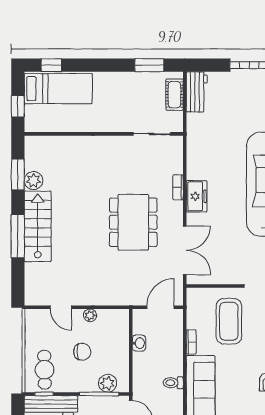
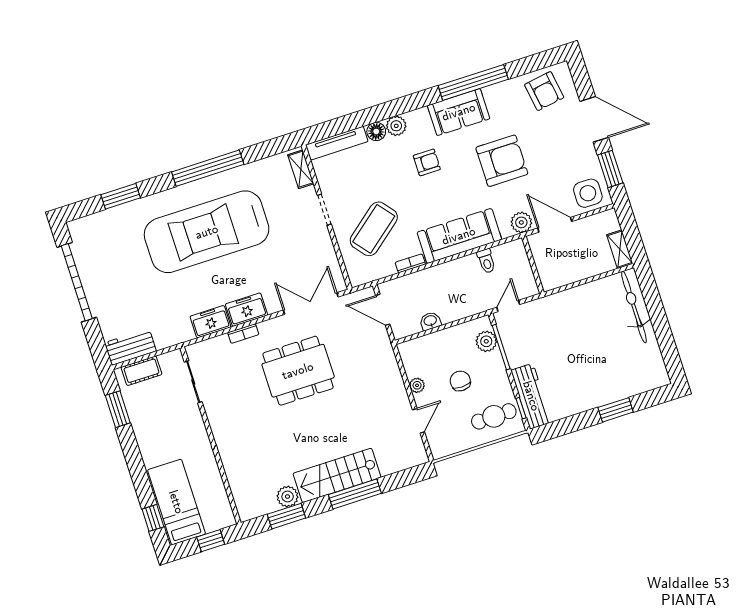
freezer: (196, 164) -> (210, 322), added
coffee table: (229, 321) -> (374, 229), turned -39
toilet: (173, 383) -> (486, 261), moved

